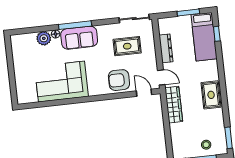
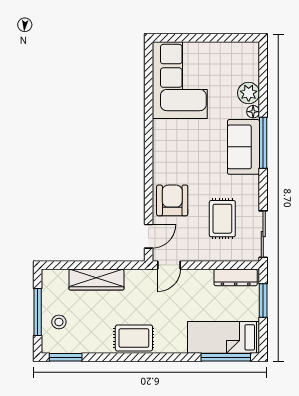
window: (188, 12) -> (263, 301), moved
window: (217, 34) -> (226, 357), width x2.17
dresser: (166, 48) -> (236, 277), moved
corner sofa: (62, 82) -> (180, 80), moved
wardrobe: (174, 105) -> (96, 280), moved

